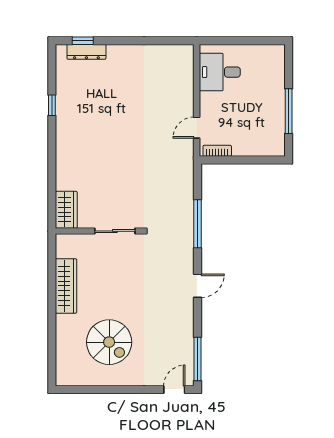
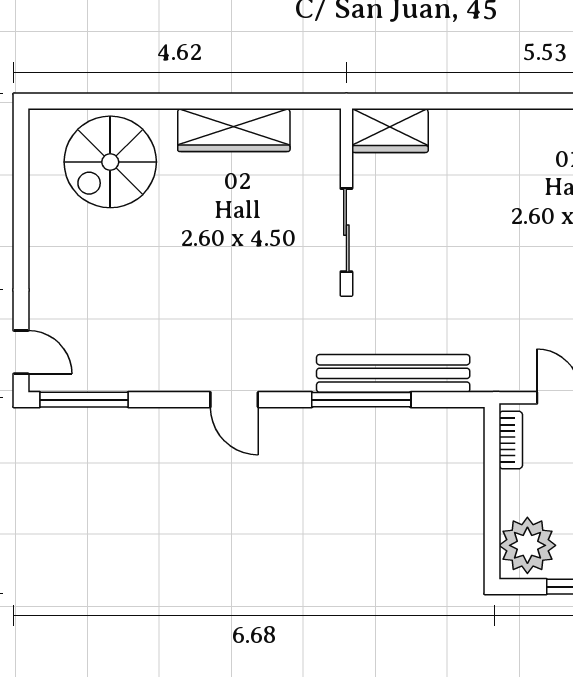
plant: (269, 143) -> (527, 545), added
bench: (185, 208) -> (393, 373), added
spiral stairs: (109, 342) -> (110, 162), moved

